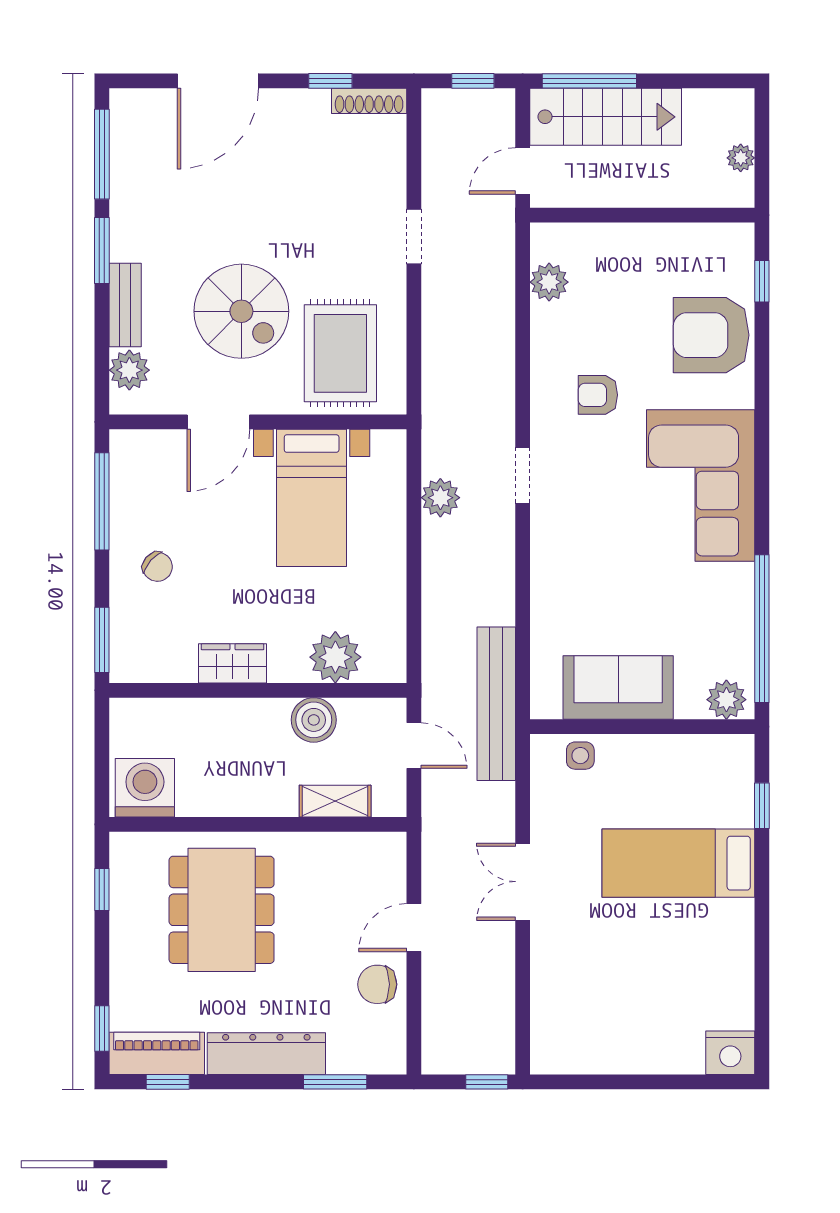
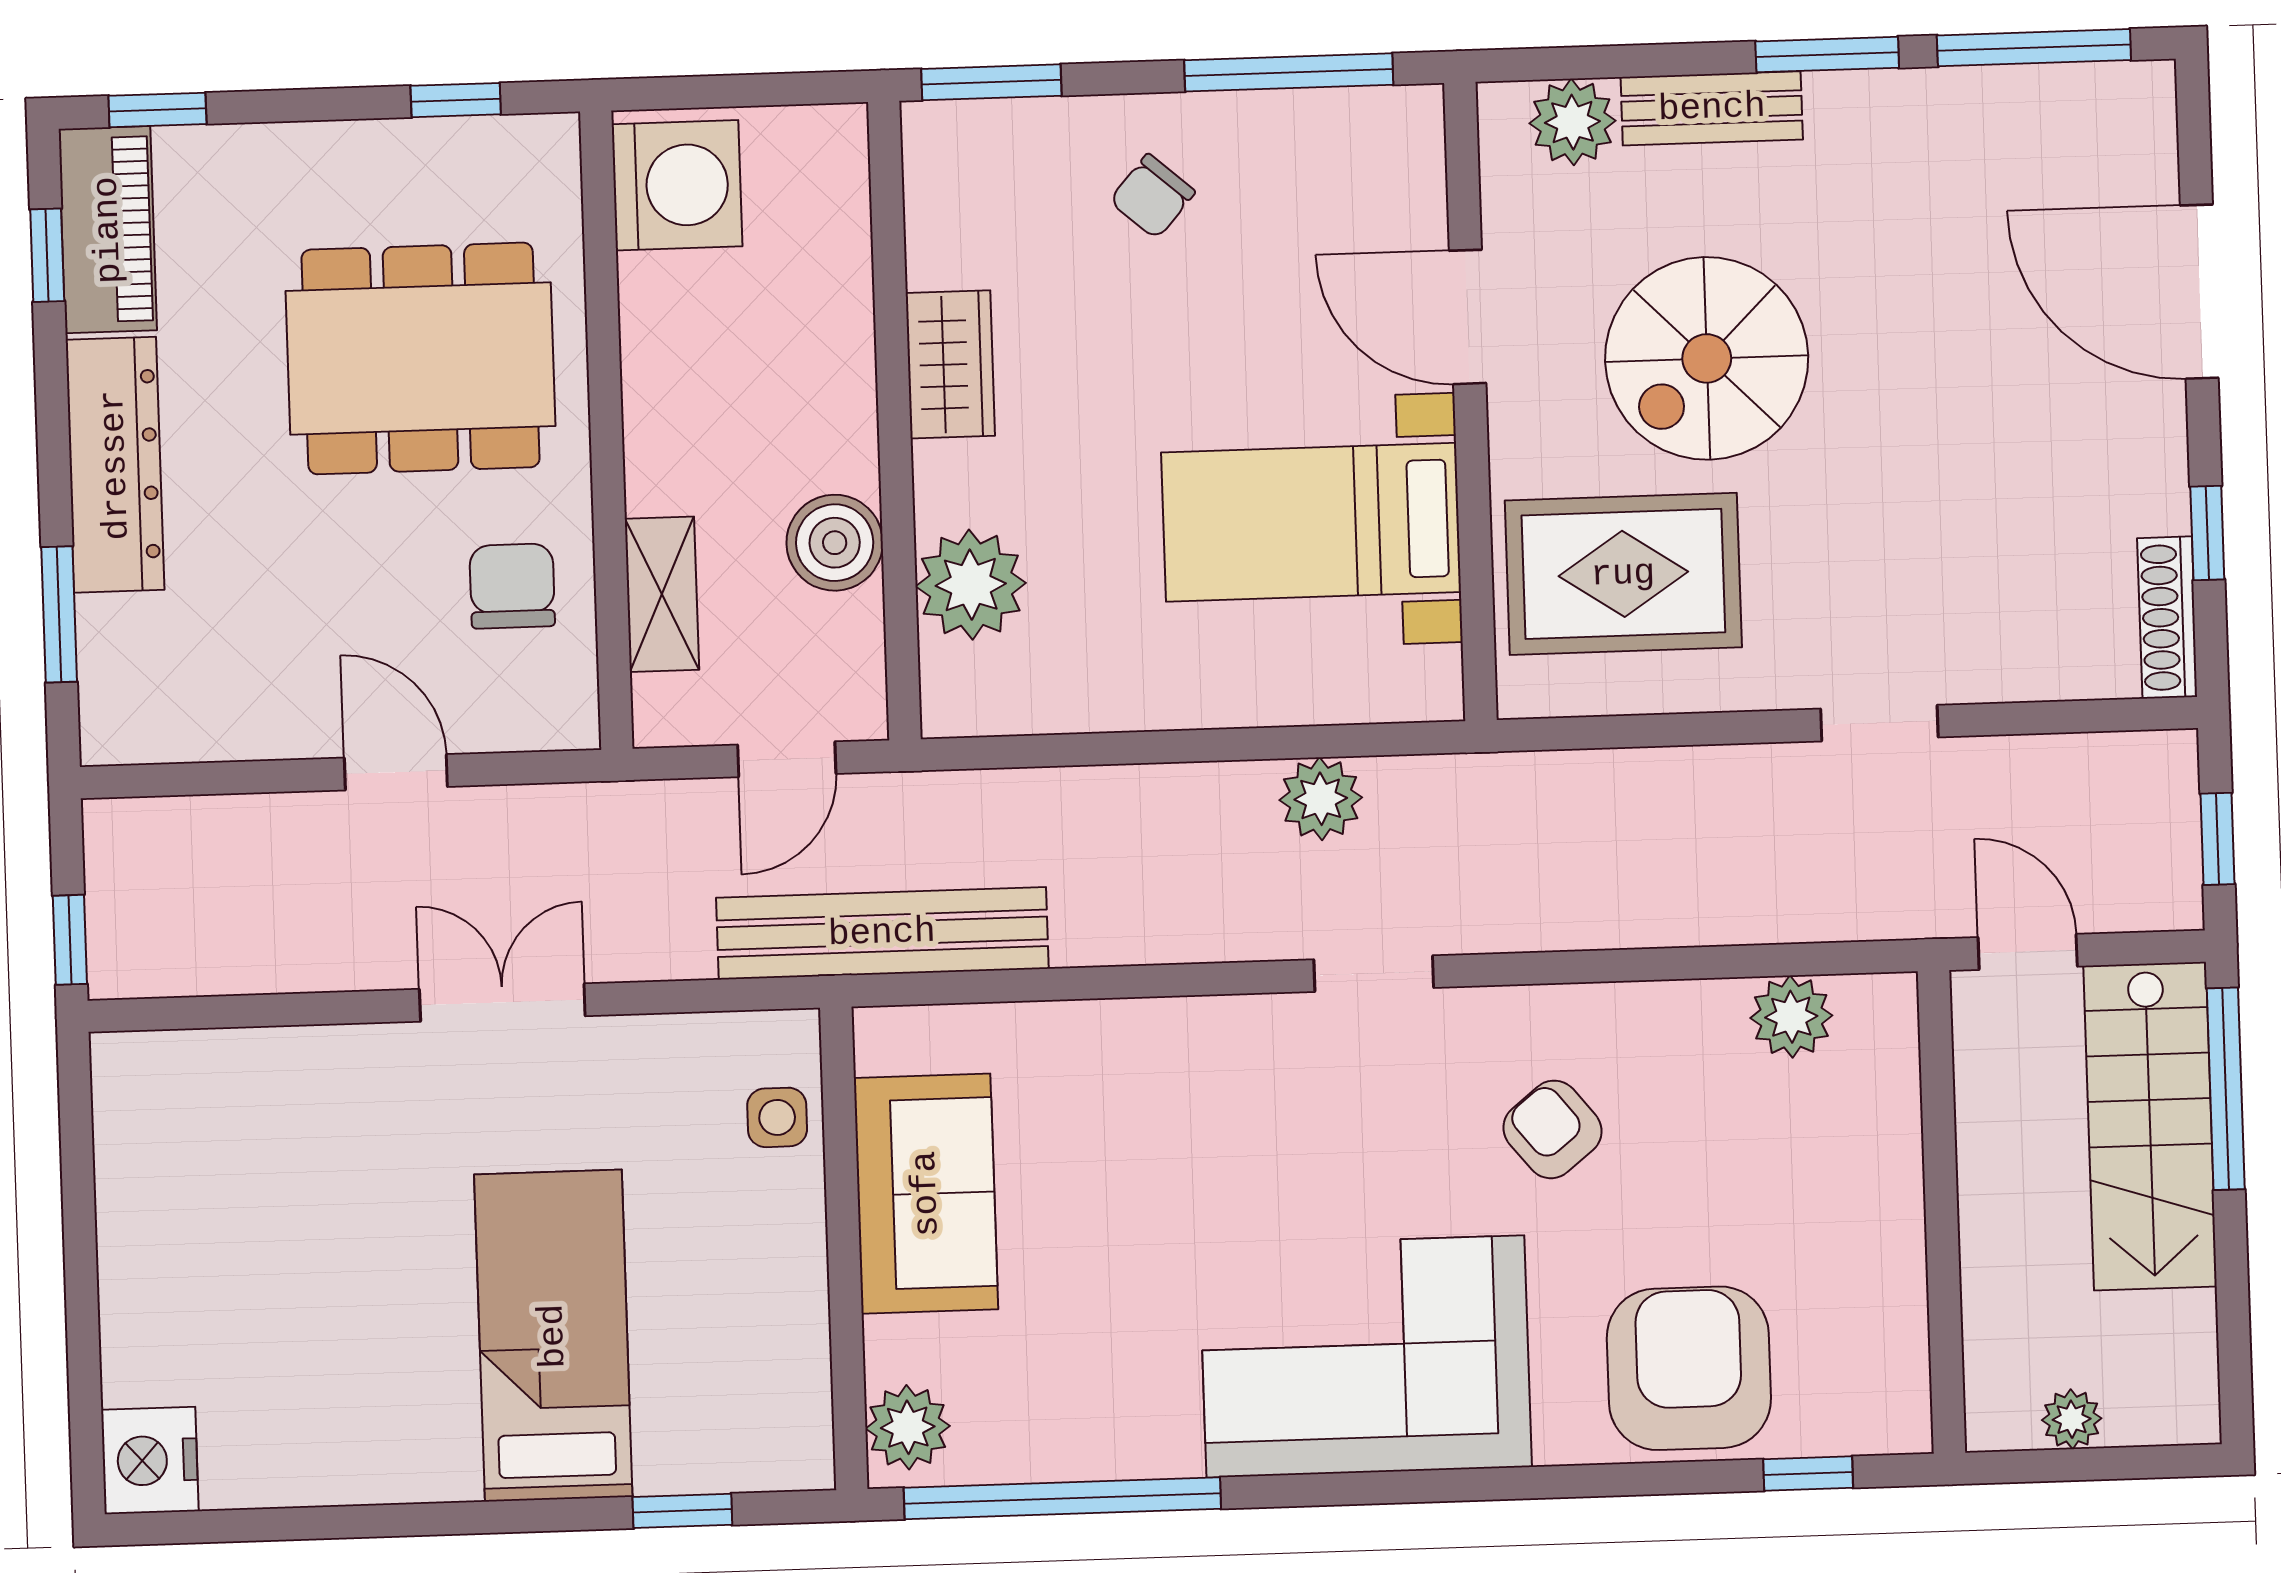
armchair: (598, 395) -> (1553, 1129), turned -39
chair: (377, 984) -> (512, 586), moved

